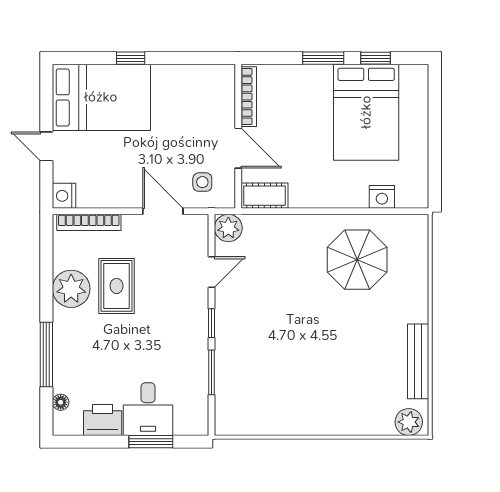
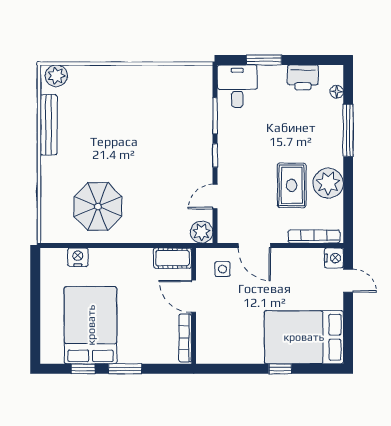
door: (46, 146) -> (348, 281), moved
desk: (148, 409) -> (237, 86), moved

